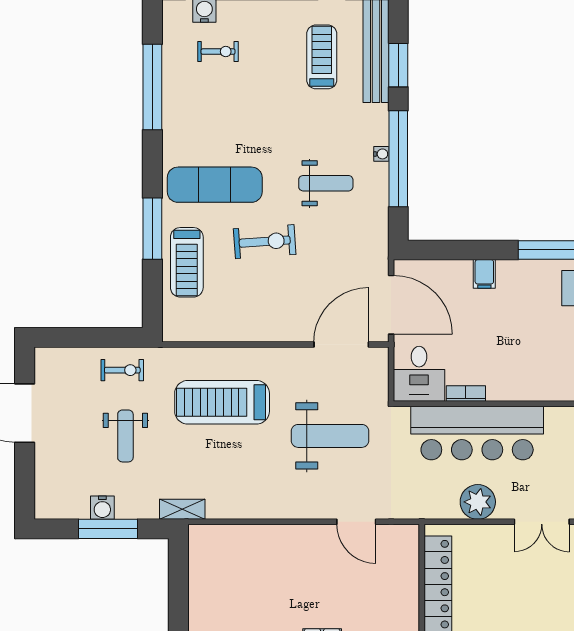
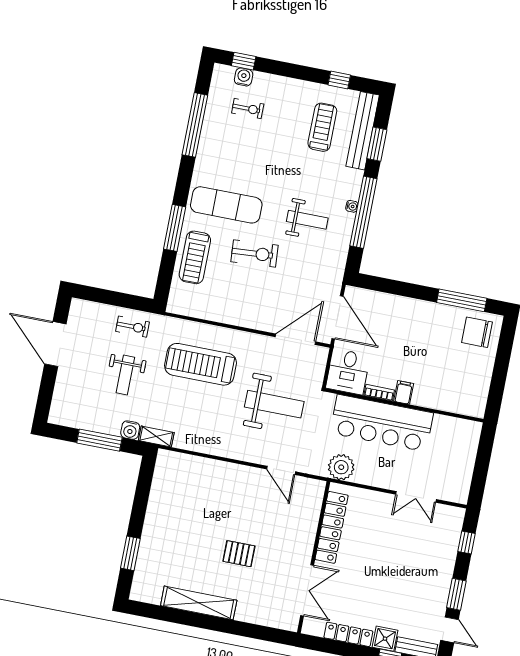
filing cabinet: (484, 274) -> (404, 392), moved, turned 180
plant: (478, 502) -> (341, 467), moved
water cooler: (102, 508) -> (130, 430), moved

